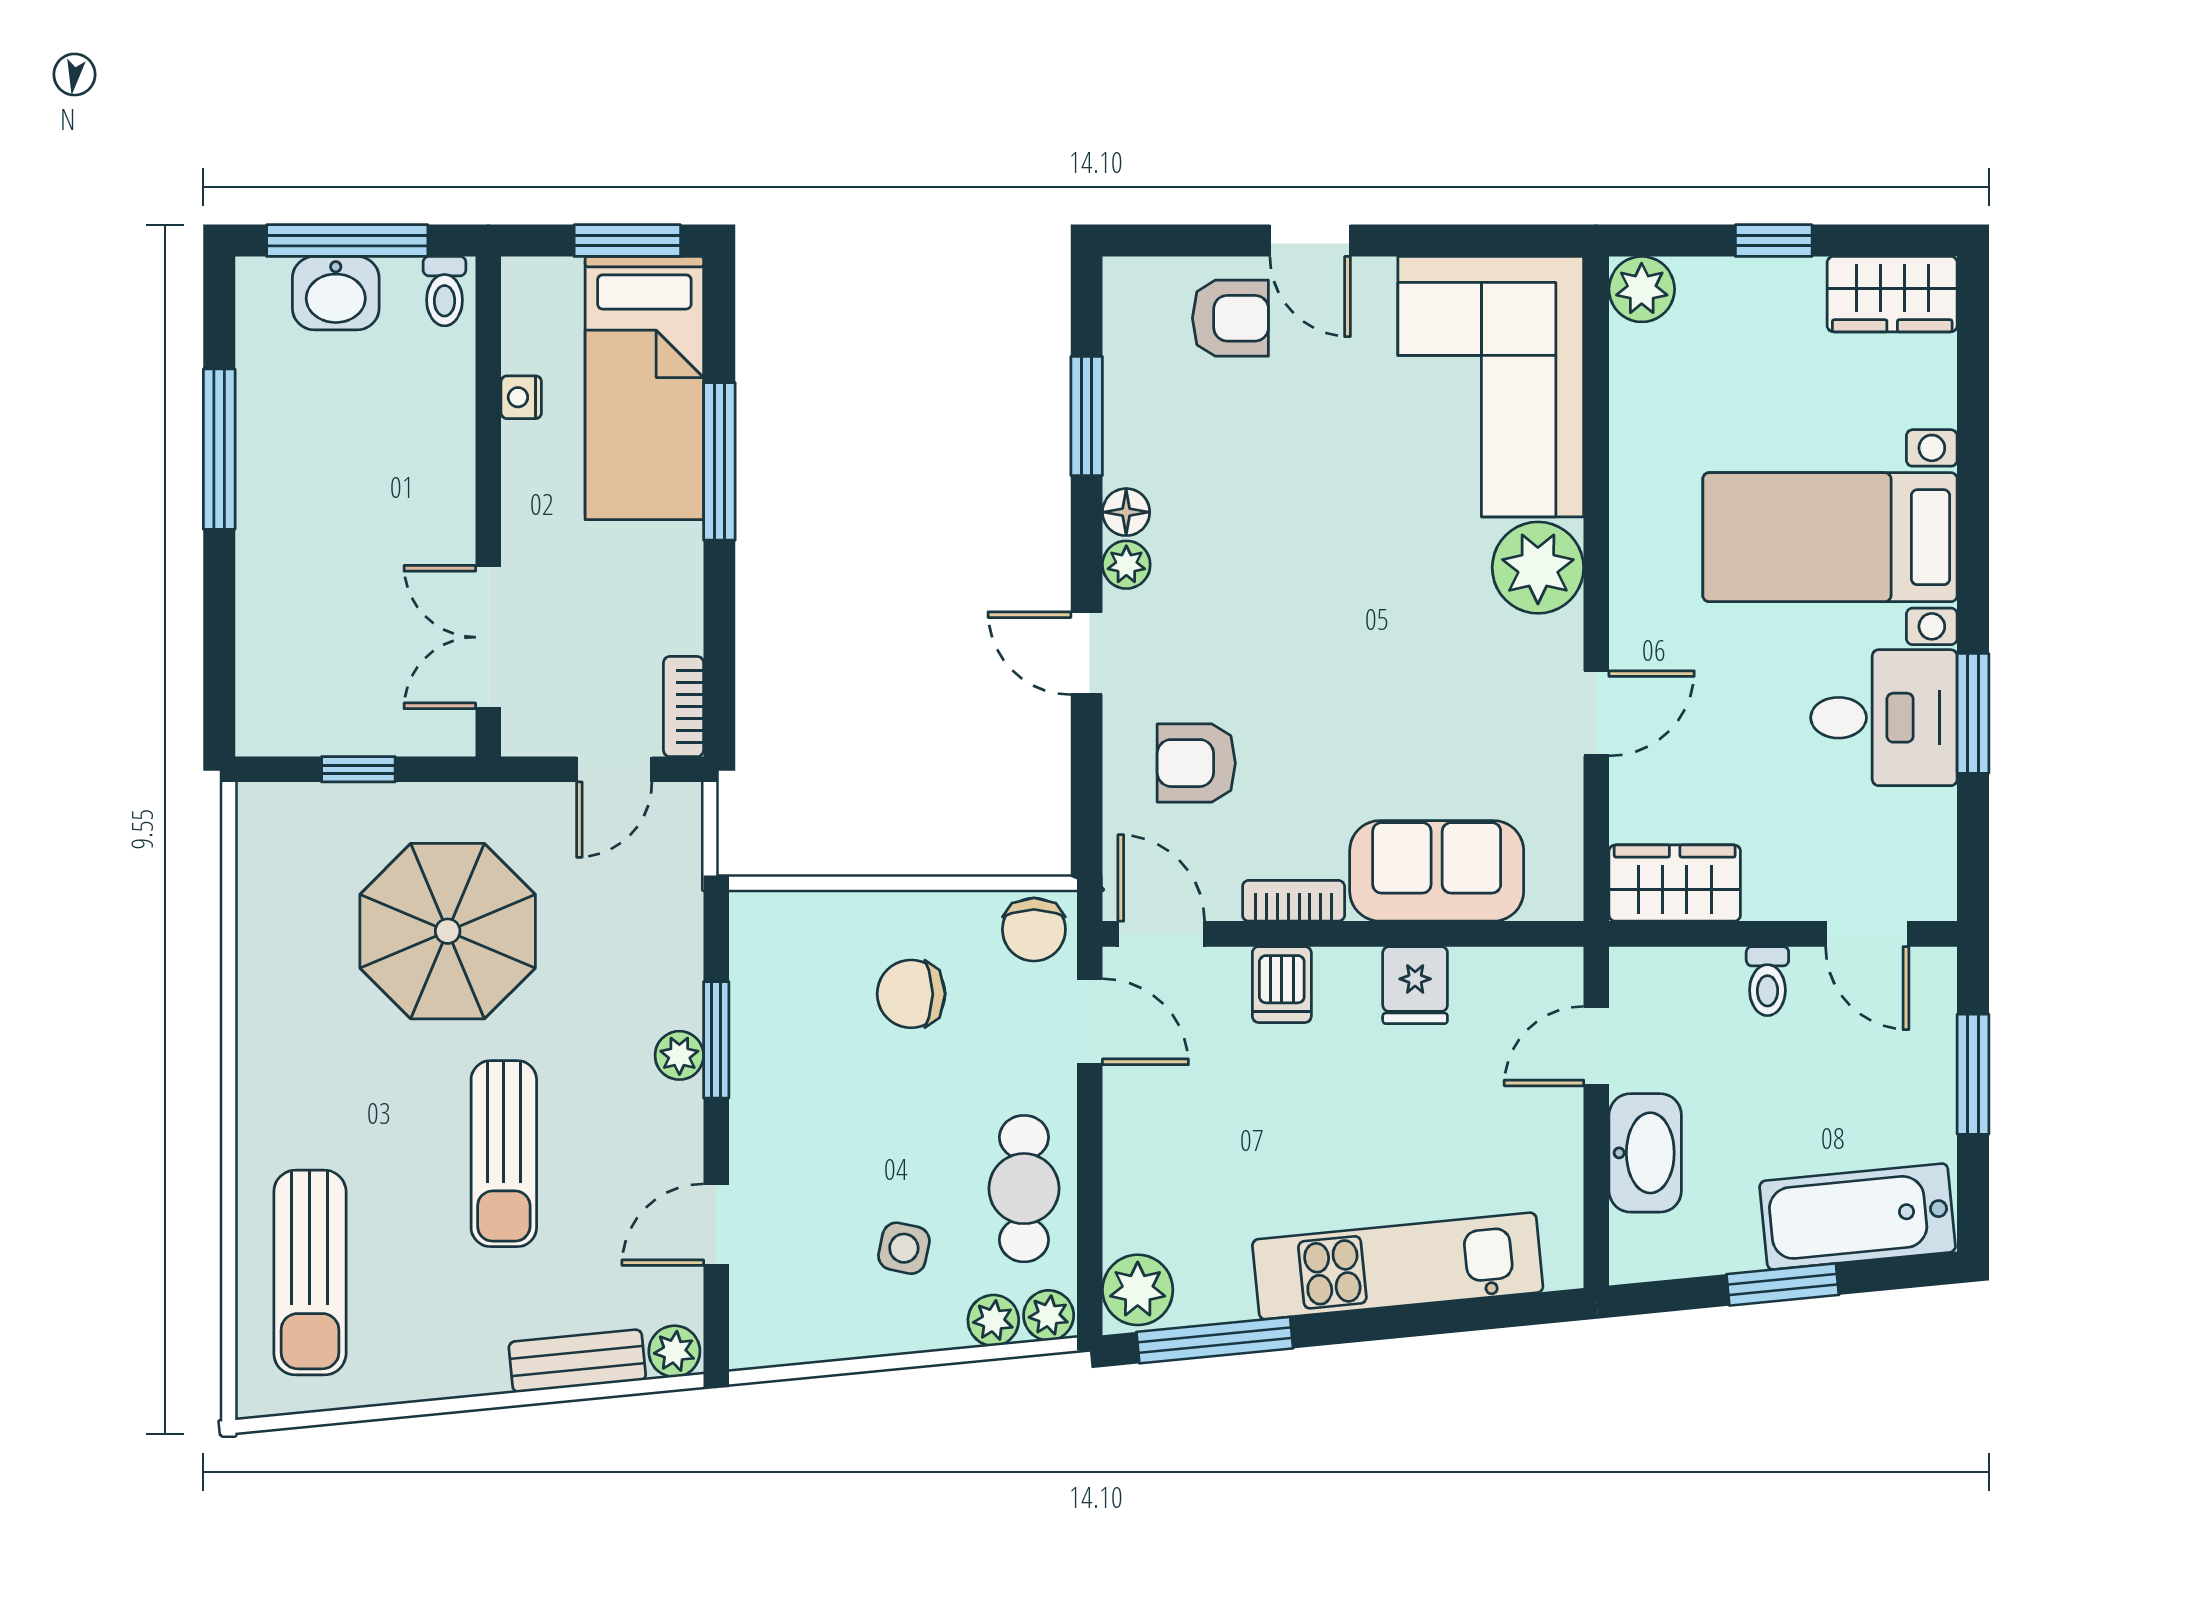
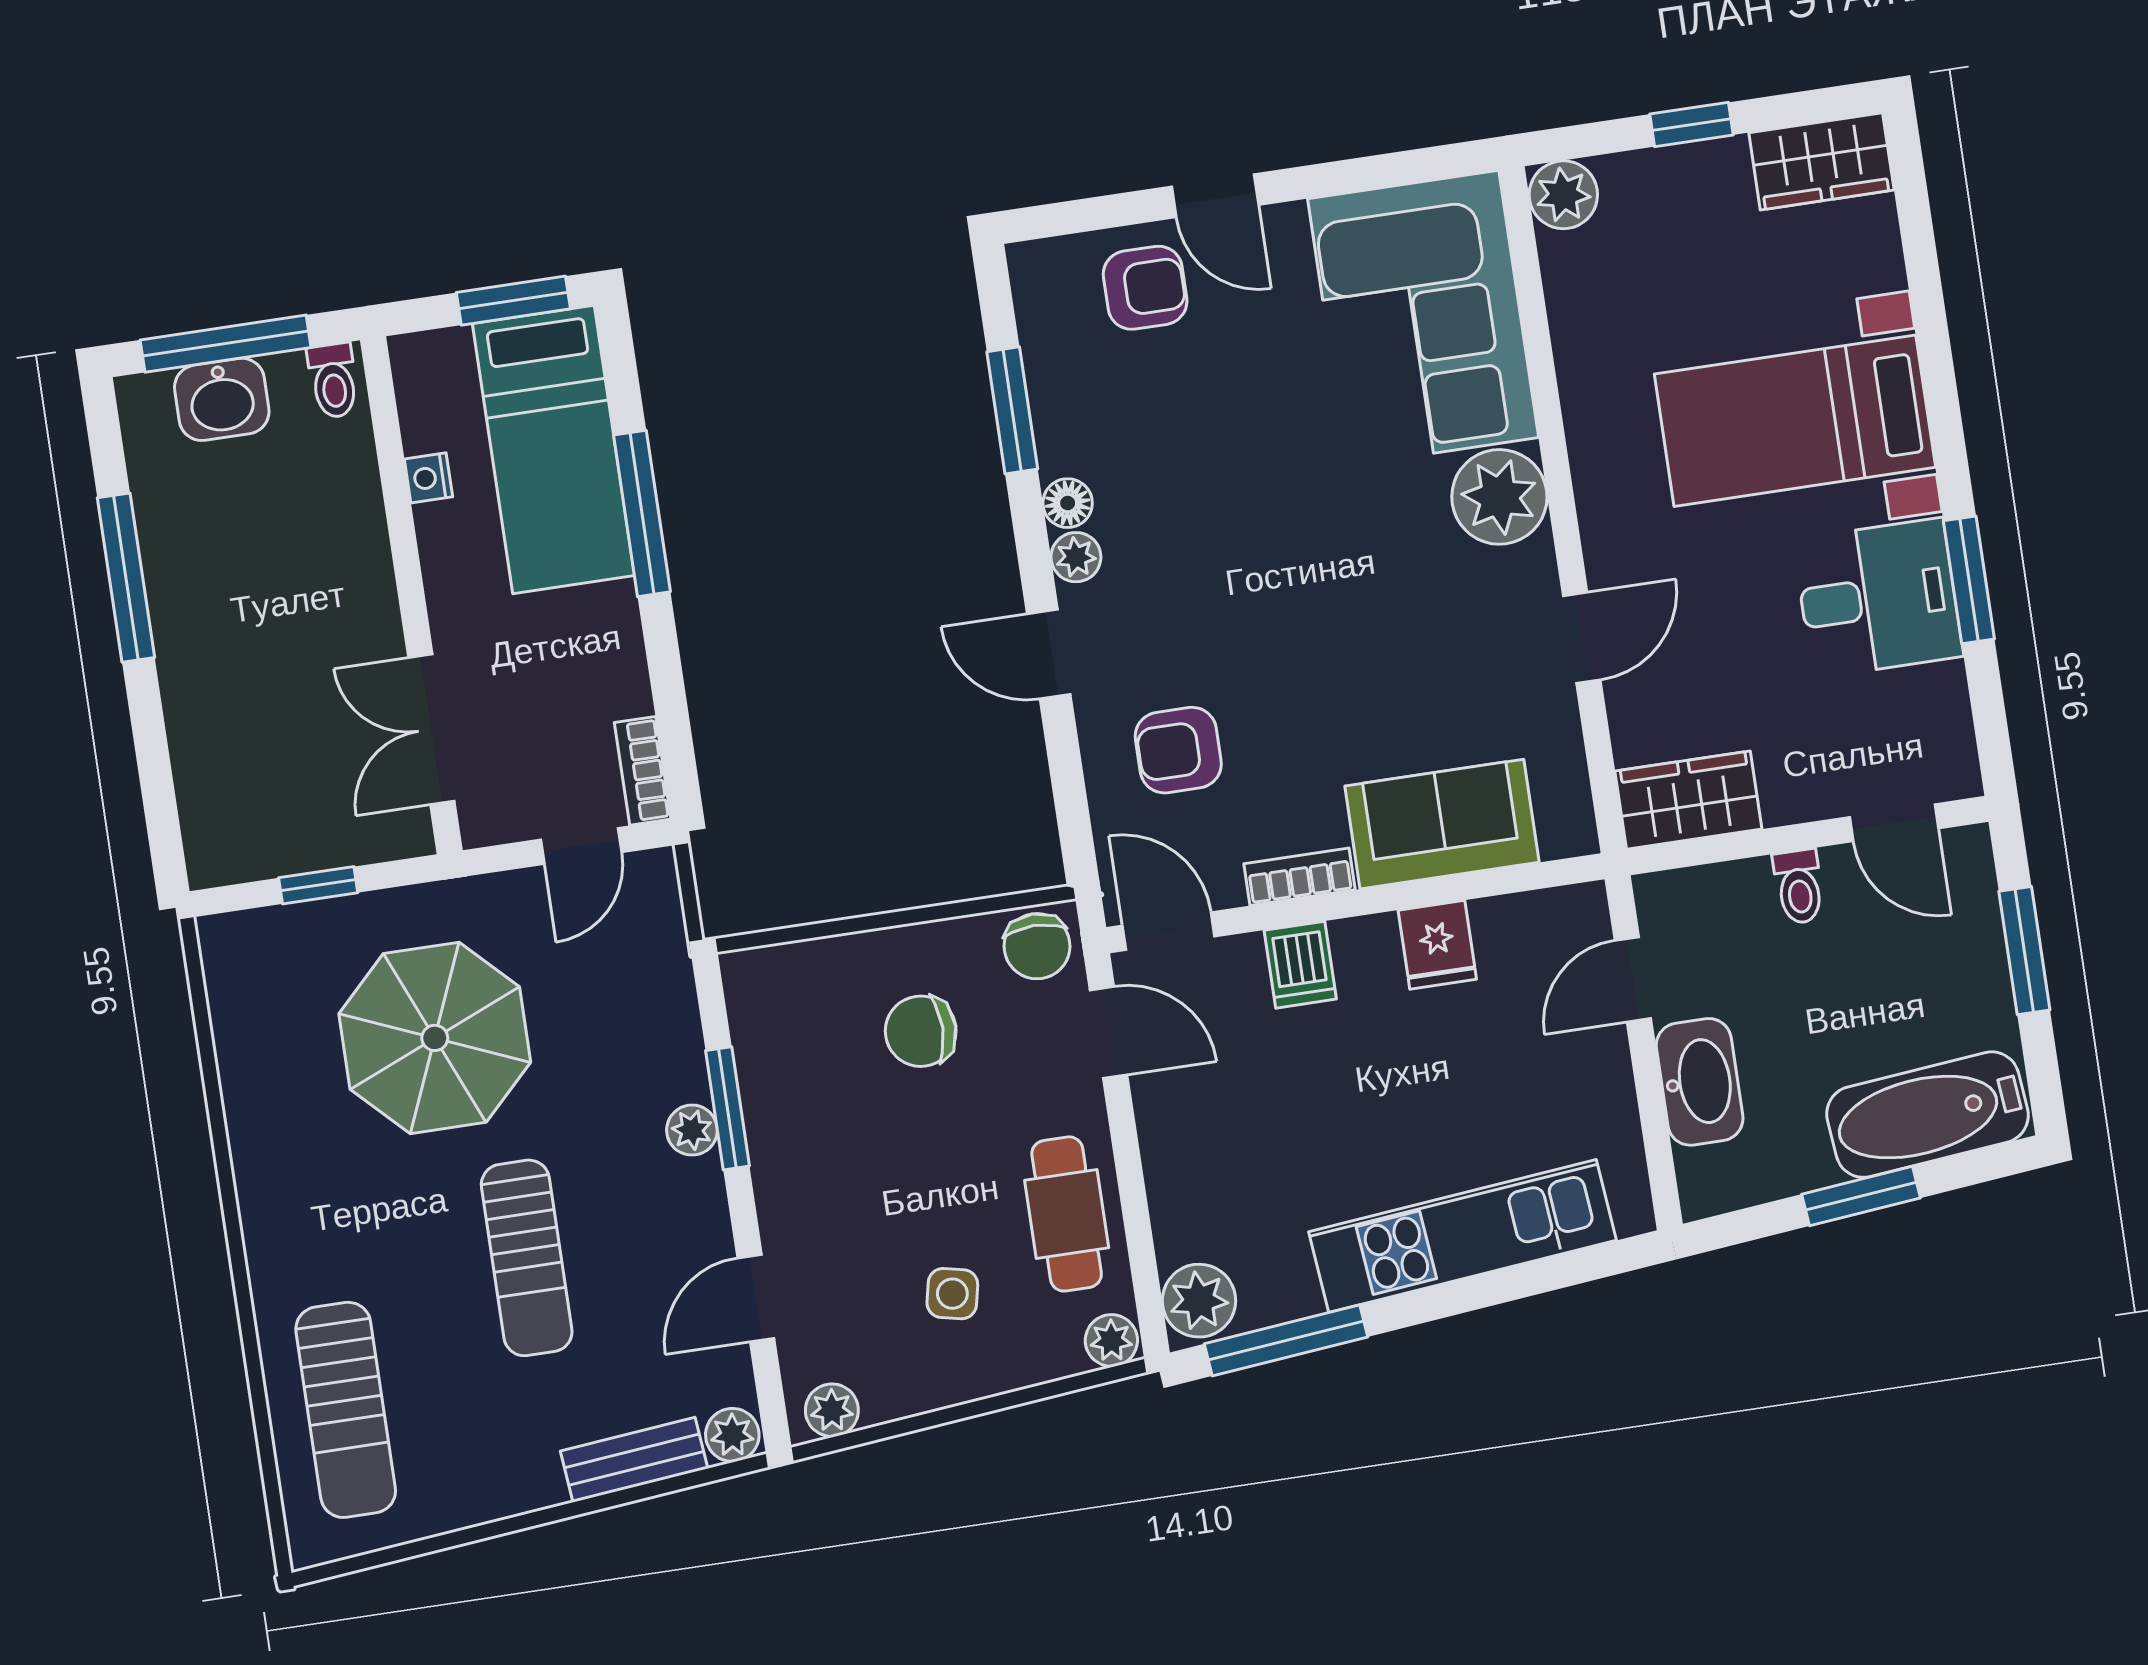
plant: (993, 1320) -> (832, 1410), moved

